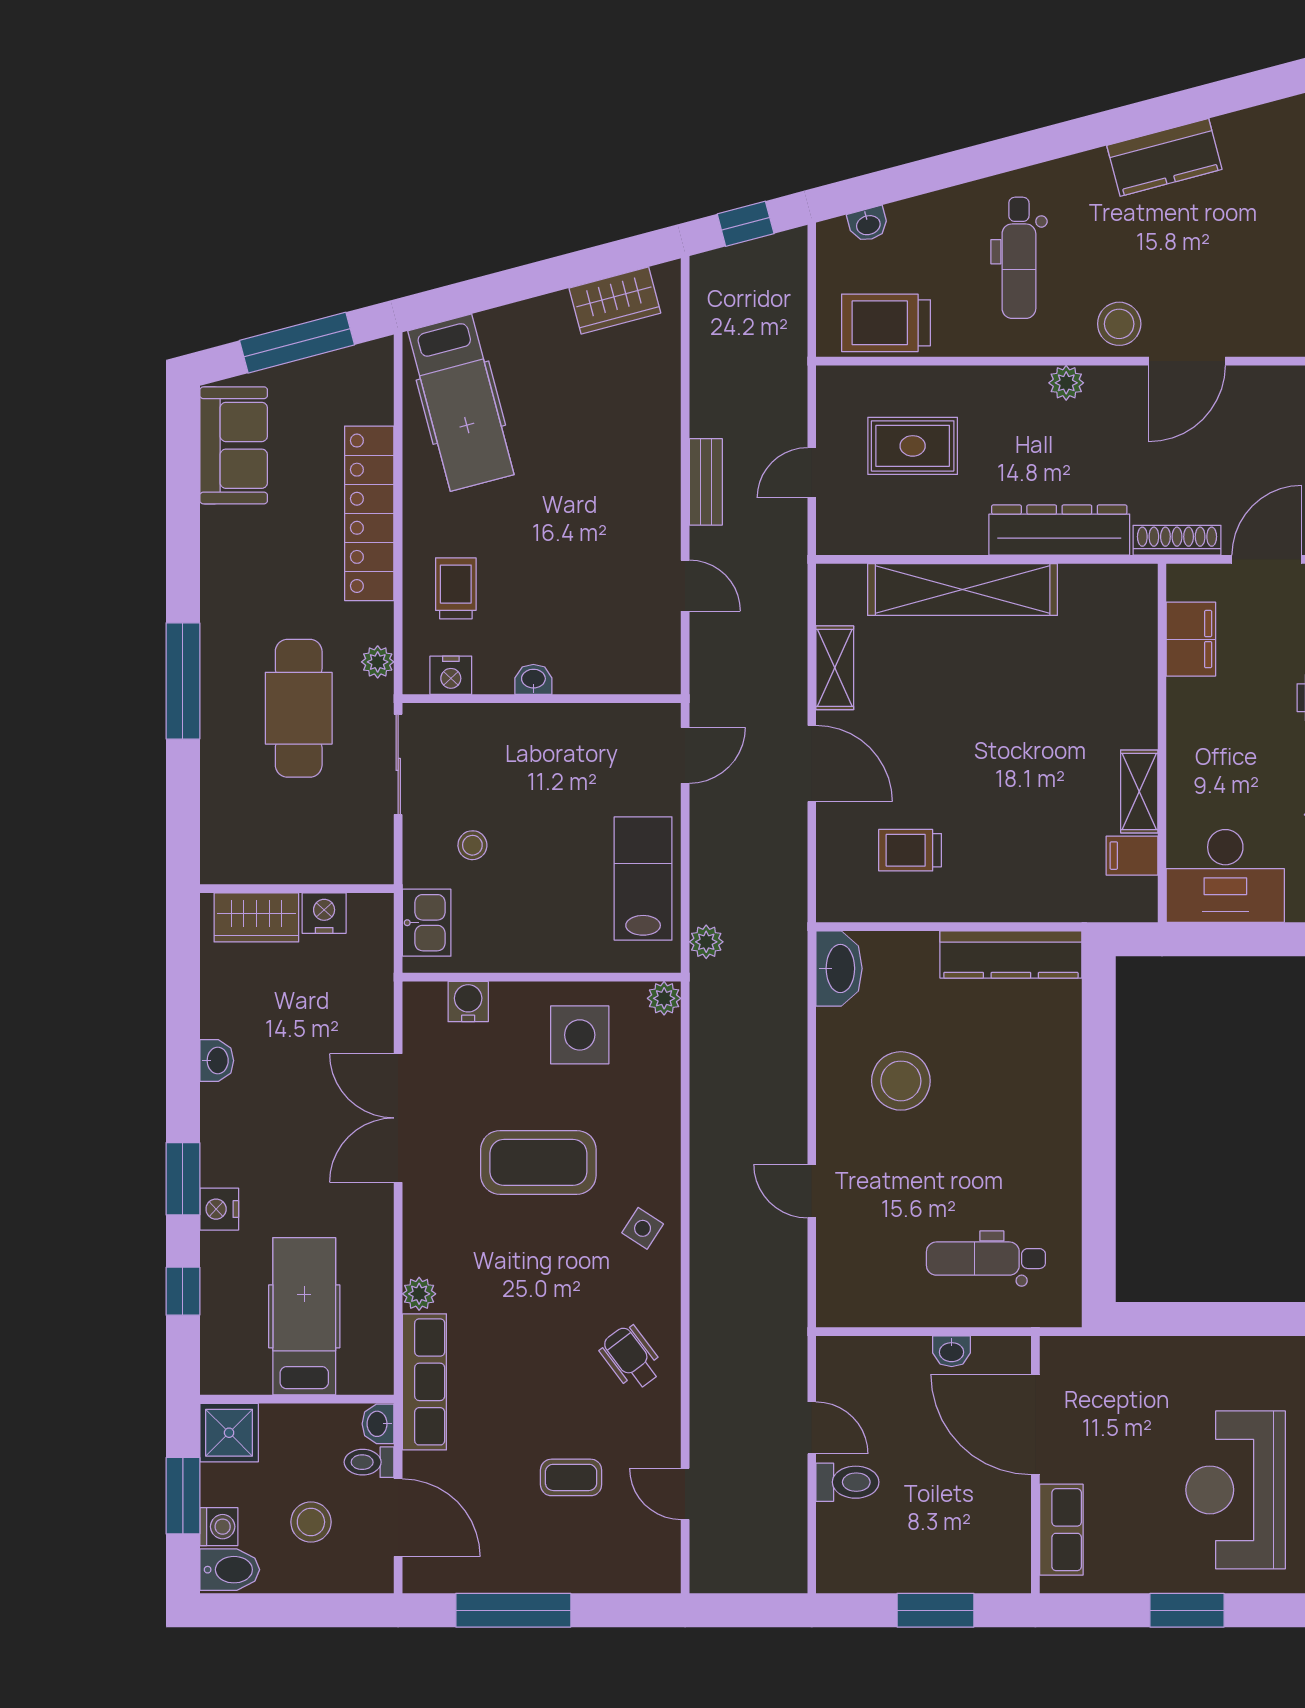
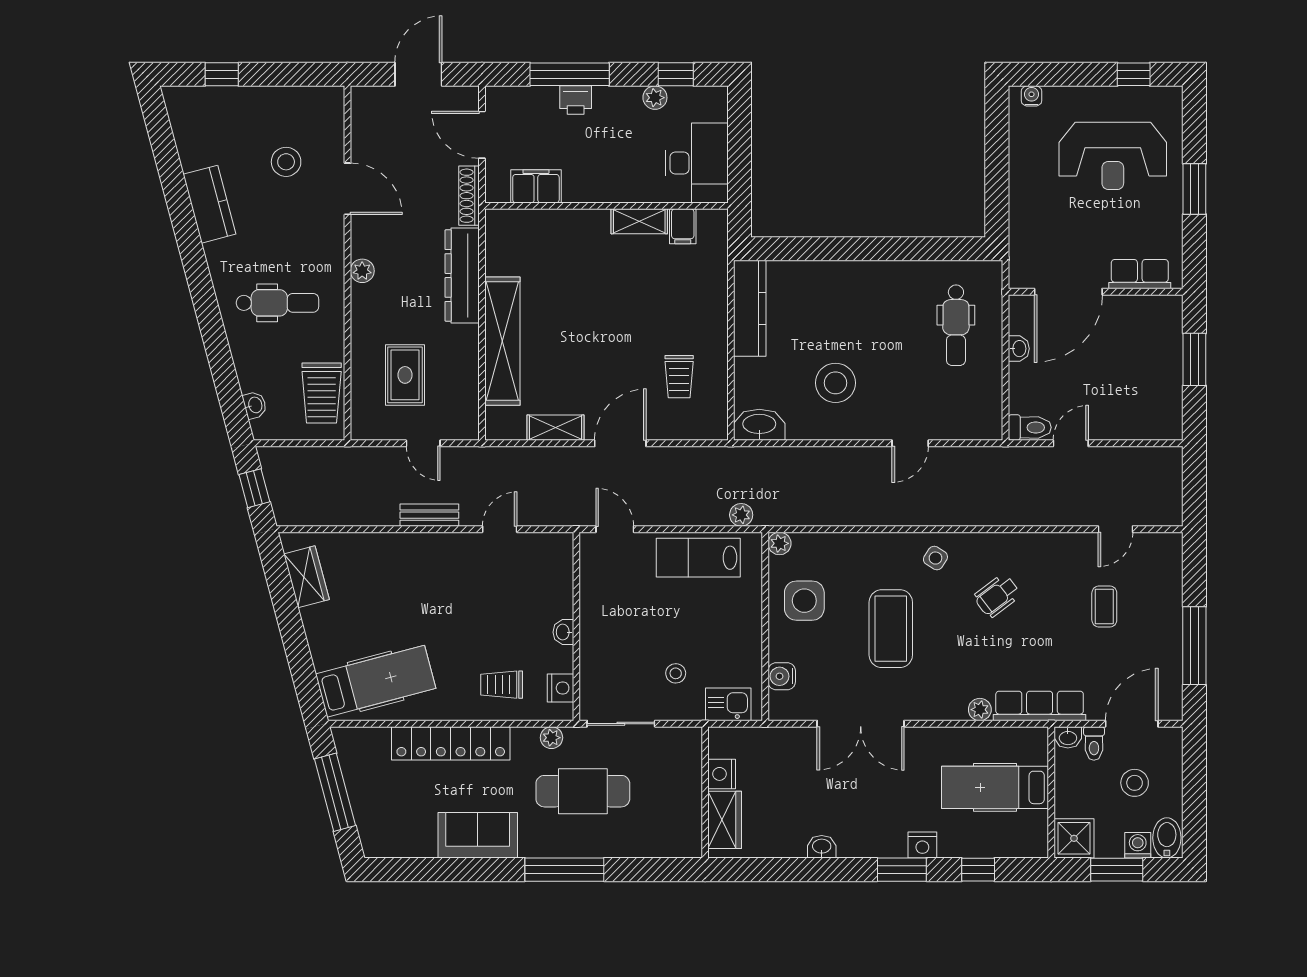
stool: (1119, 324) -> (286, 162), moved
sofa: (234, 445) -> (478, 835), moved
wheelchair: (631, 1358) -> (997, 596), moved
toilet: (847, 1482) -> (1030, 427), moved, turned 90

